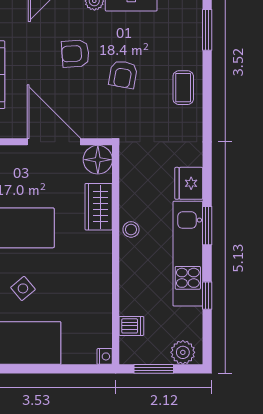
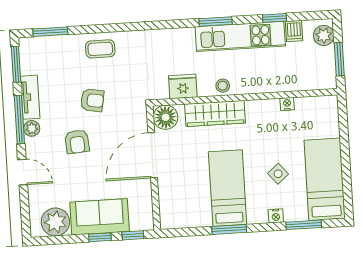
fridge: (189, 183) -> (183, 86), moved, turned 180
wardrobe: (99, 207) -> (215, 113), width x1.50
dishwasher: (131, 326) -> (294, 31), moved, turned 180
nightstand: (105, 356) -> (287, 104), moved

